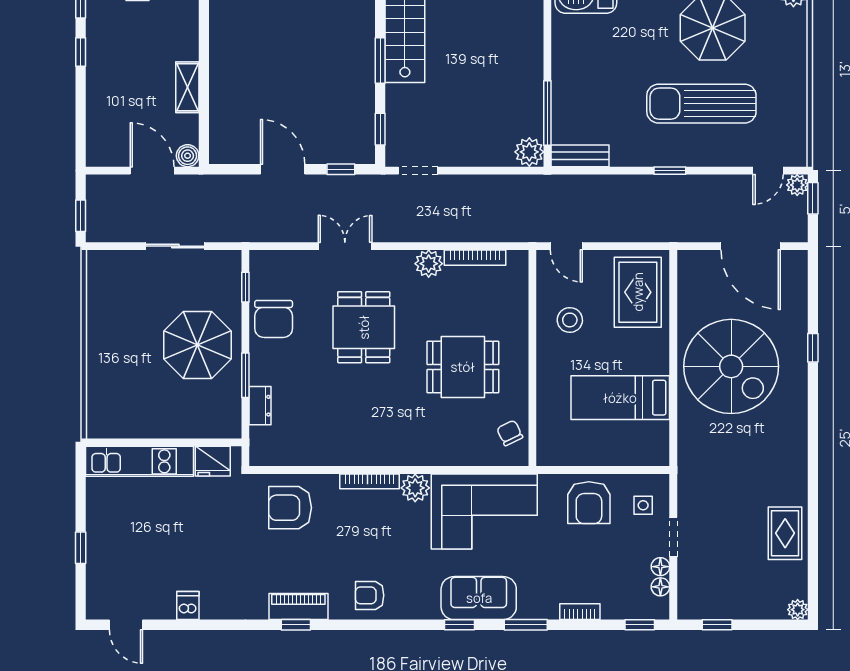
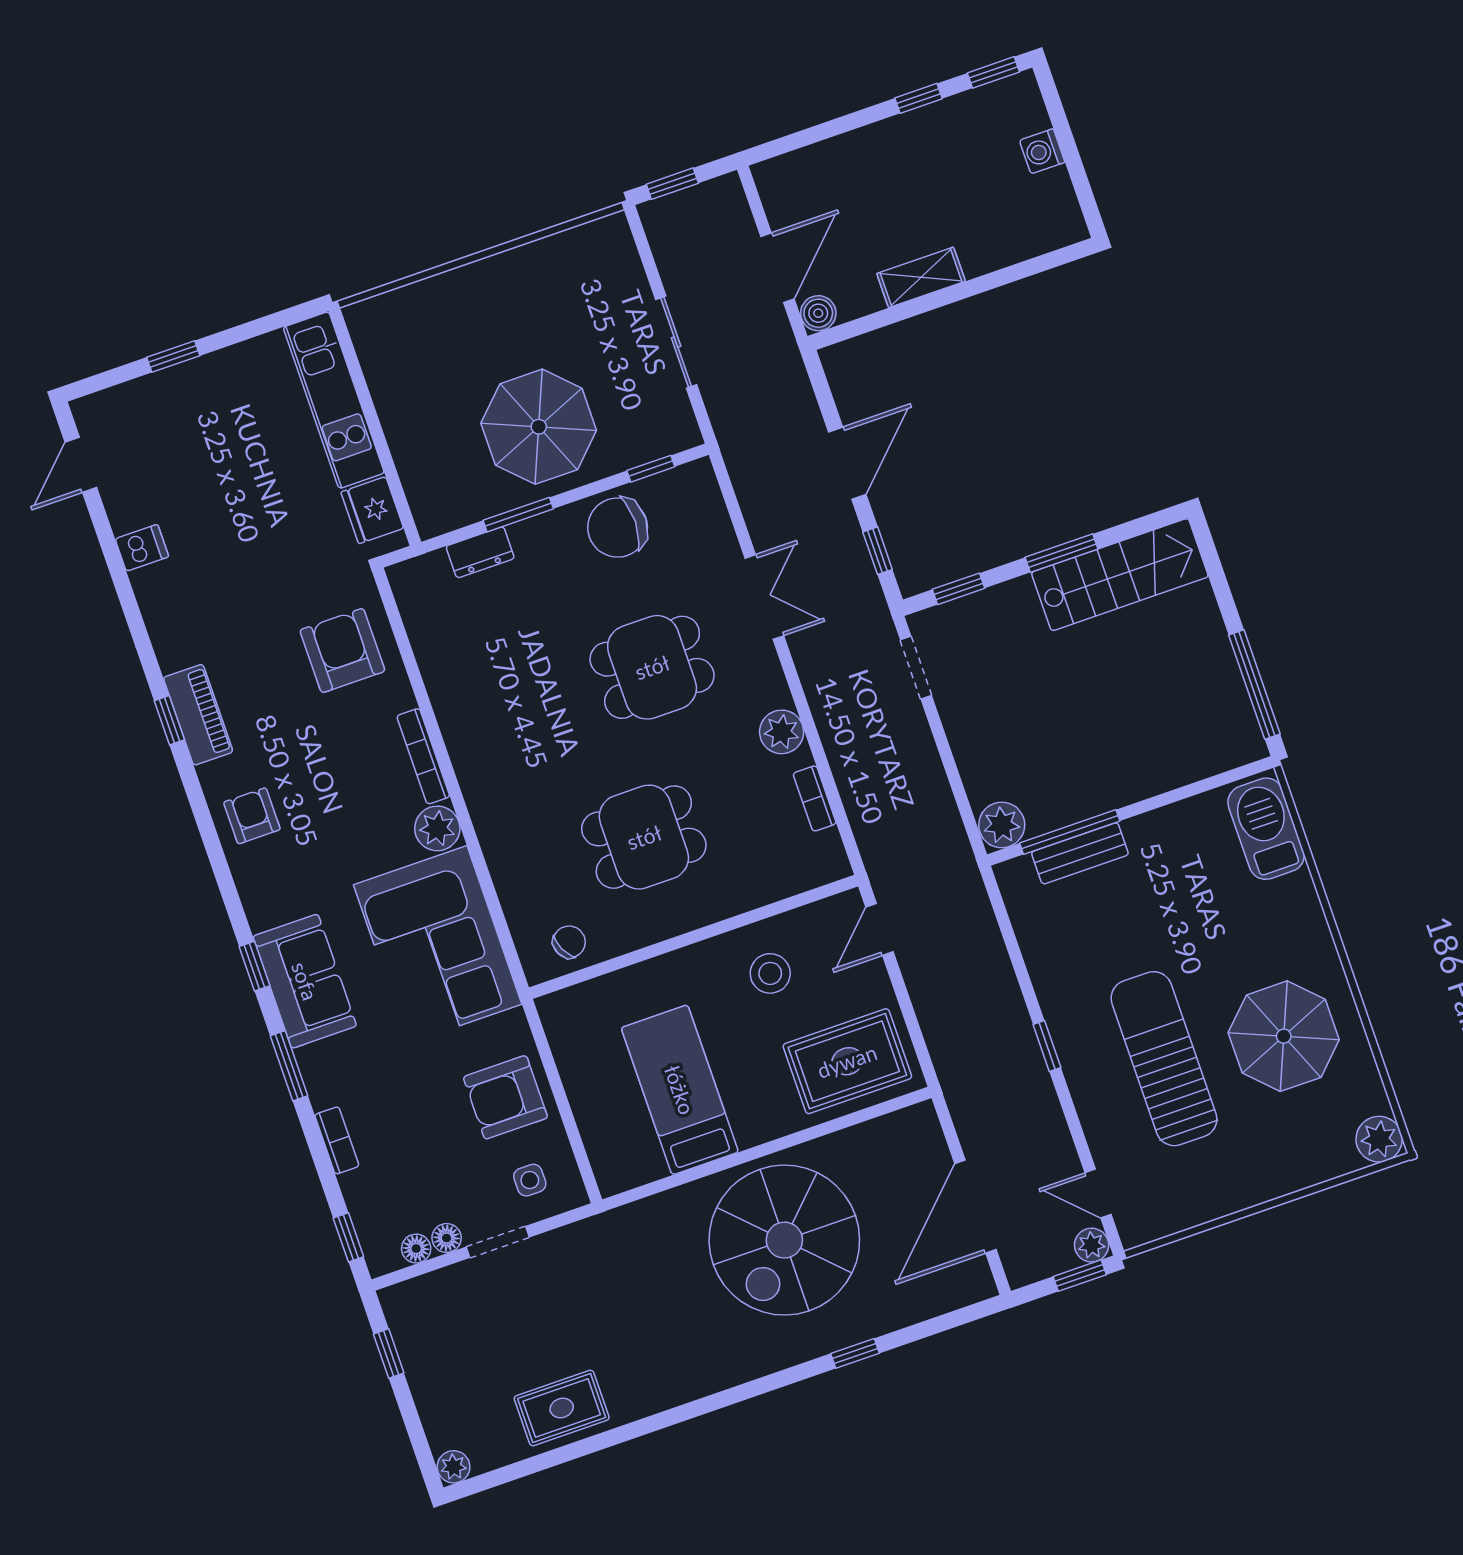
bench: (580, 156) -> (1080, 853), moved, turned 90
bookcase: (475, 258) -> (815, 798), width x0.64
dining table: (463, 367) -> (644, 837), turned 90

